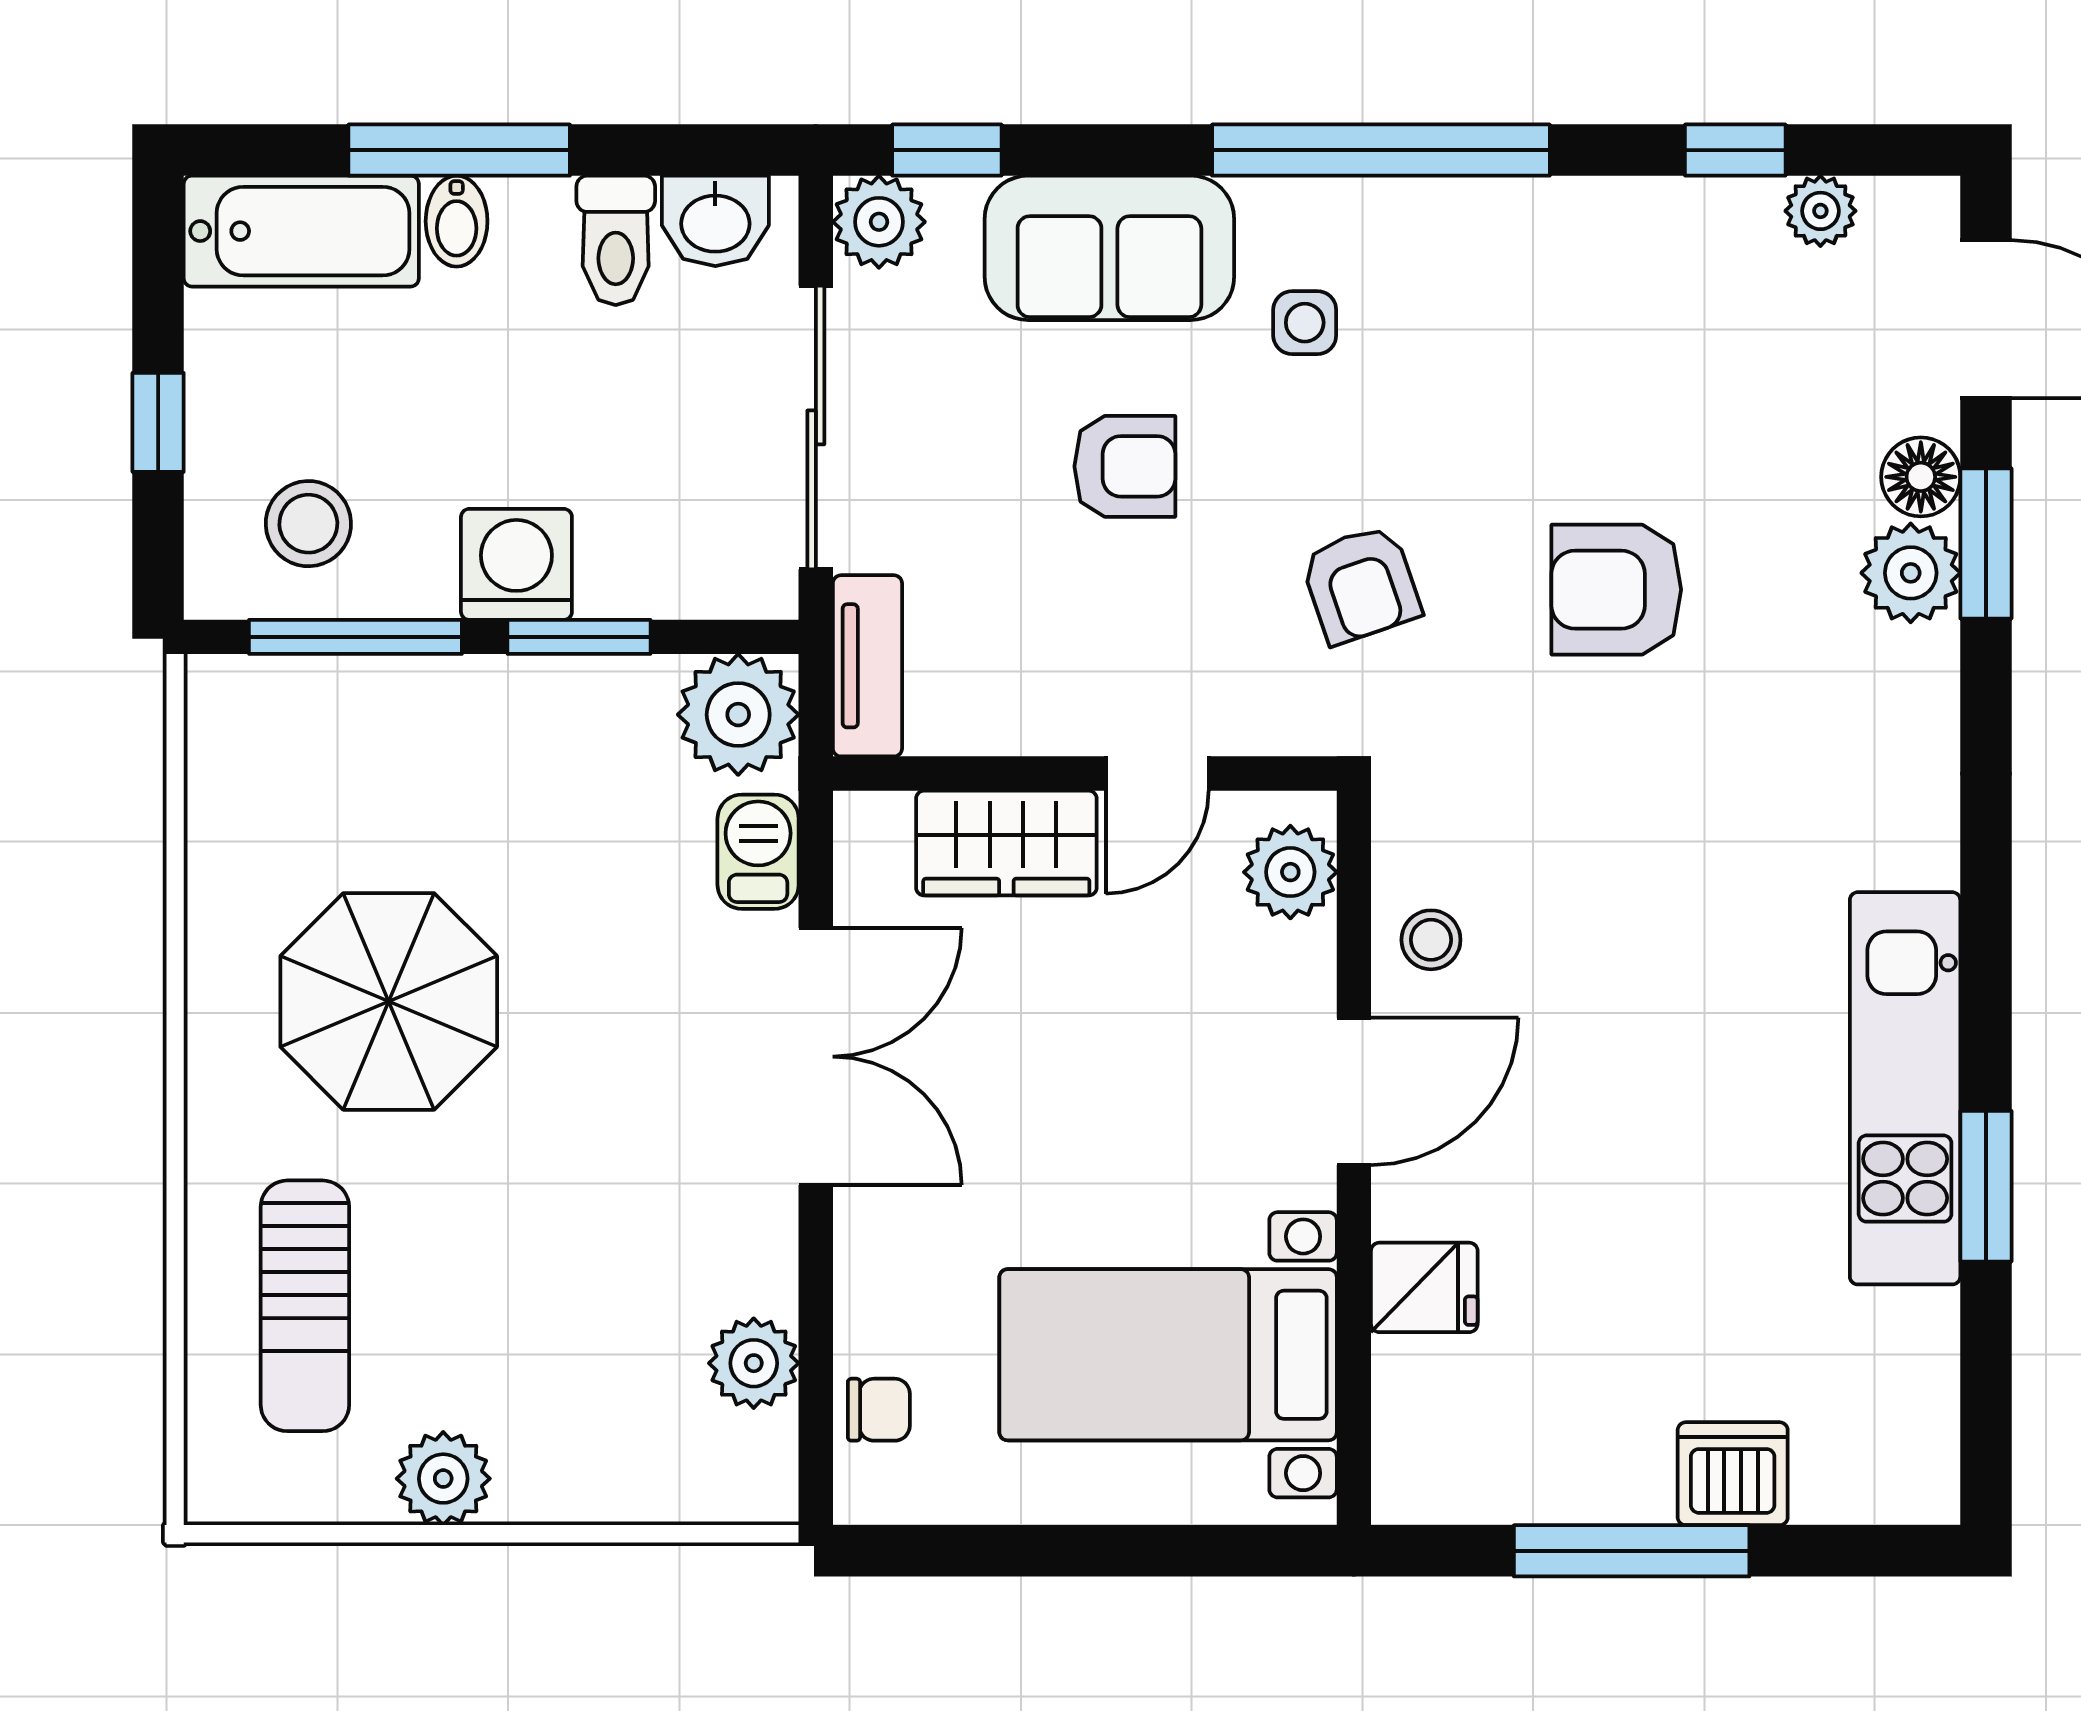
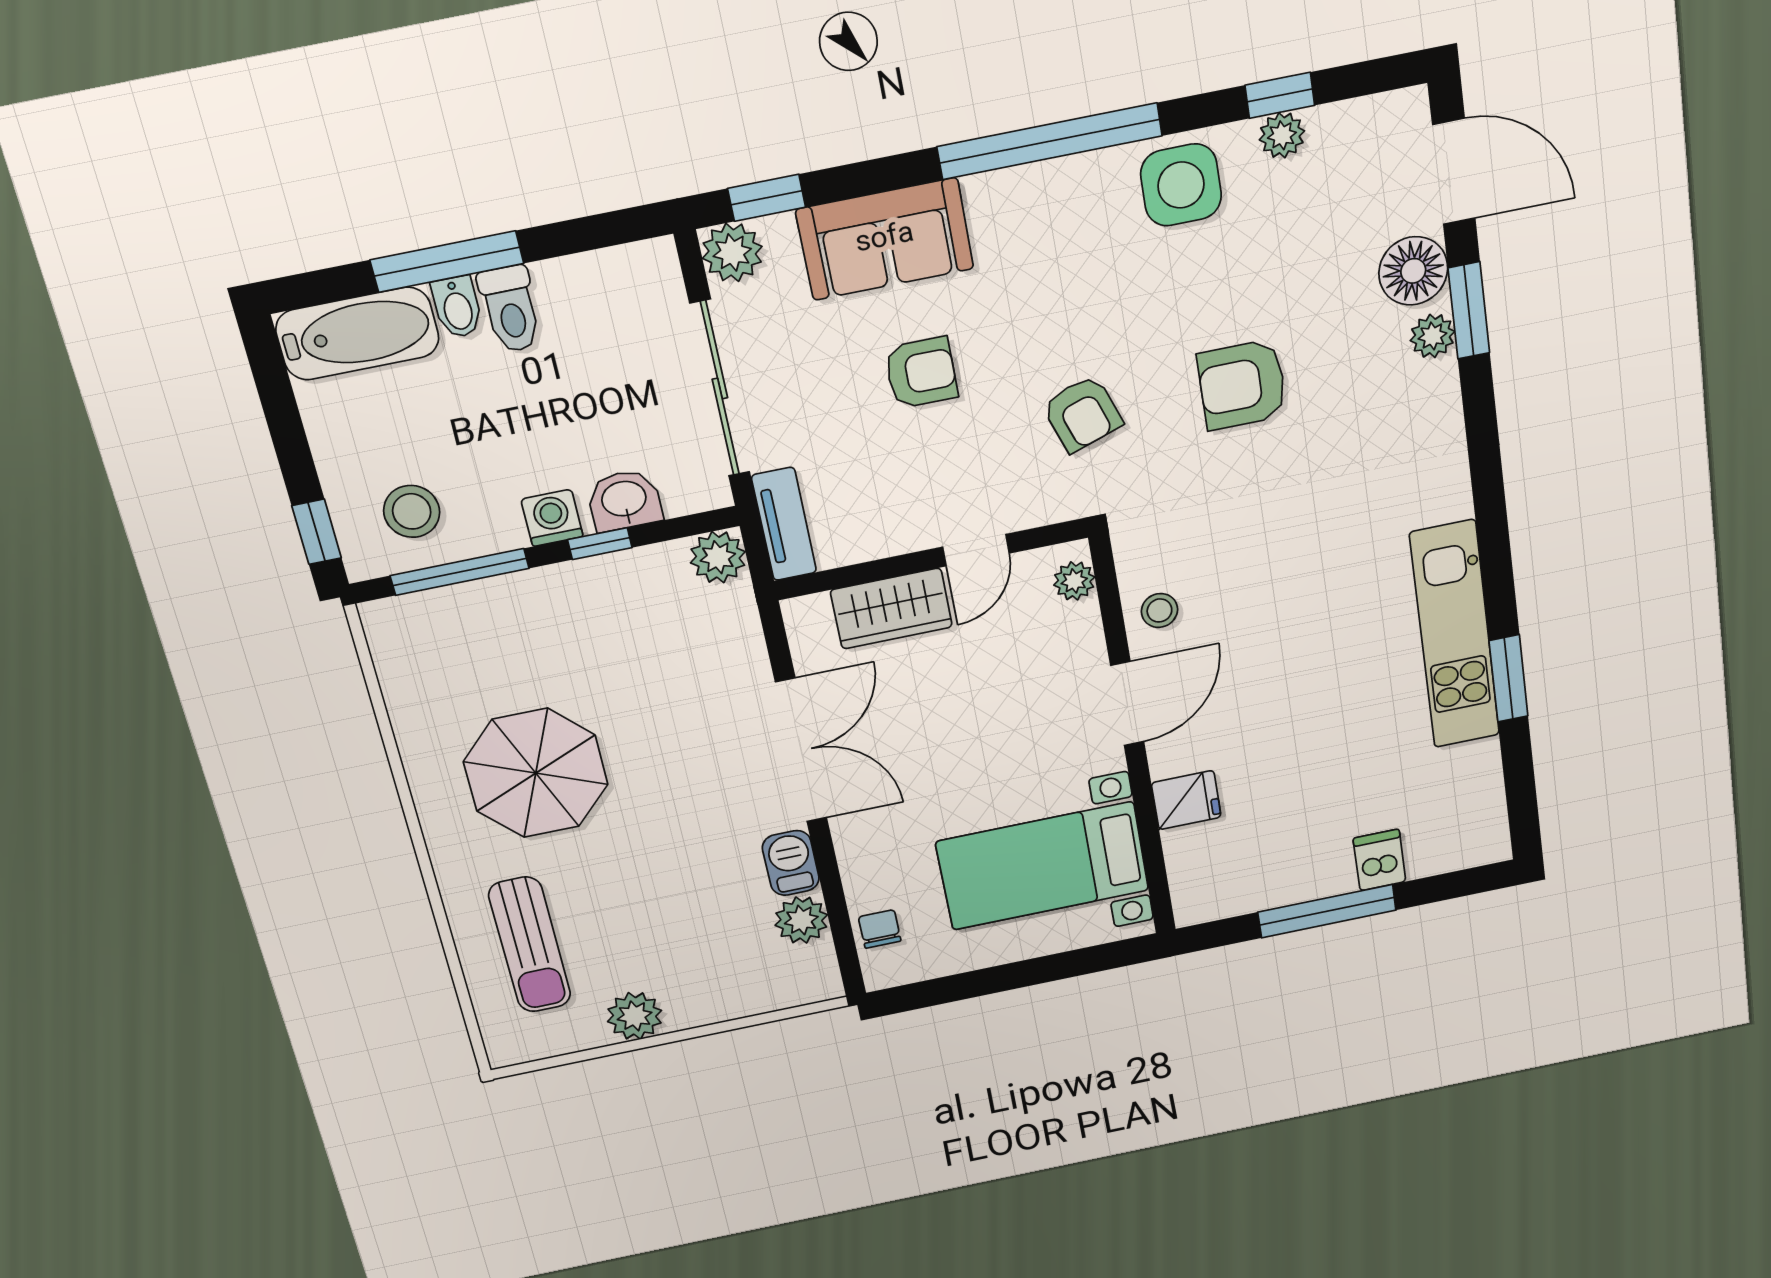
plant: (1820, 211) -> (1282, 135), moved
washbasin: (715, 221) -> (624, 500), moved, turned 180
toilet: (616, 240) -> (510, 309), moved
side table: (1305, 323) -> (1181, 185), moved, width x1.87, depth x1.87
window: (158, 422) -> (317, 532), moved
floor lamp: (1921, 477) -> (1413, 271), width x1.38, depth x1.38
washing machine: (516, 564) -> (552, 518), width x0.73, depth x0.73
plant: (1911, 573) -> (1432, 336), width x0.73, depth x0.73
window: (579, 637) -> (600, 544), width x0.67
plant: (738, 715) -> (718, 557), width x0.73, depth x0.73
barbecue: (758, 852) -> (791, 863), moved
plant: (1290, 872) -> (1074, 581), width x0.73, depth x0.73
chair: (879, 1410) -> (880, 929), turned -90
dishwasher: (1733, 1474) -> (1379, 860), width x0.73

